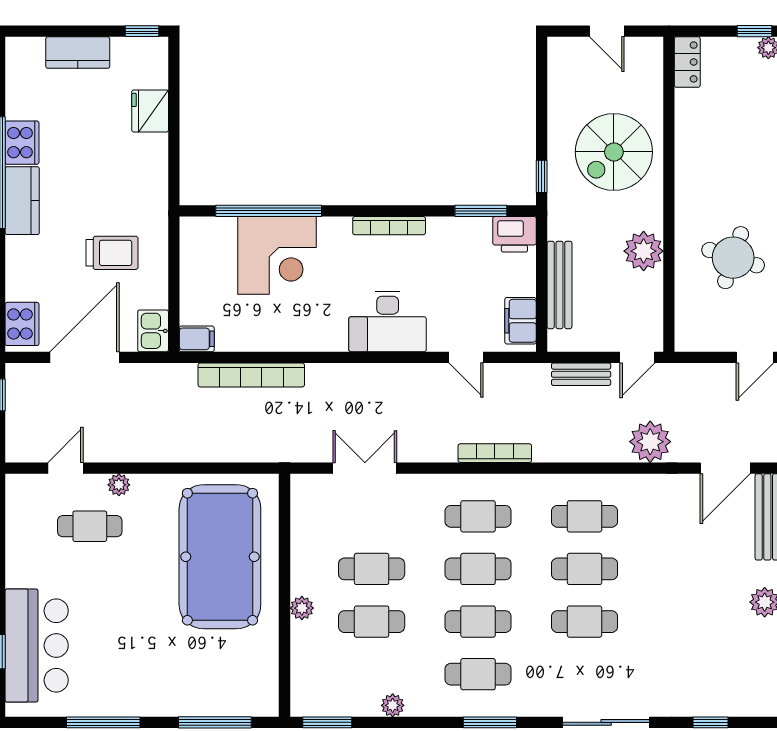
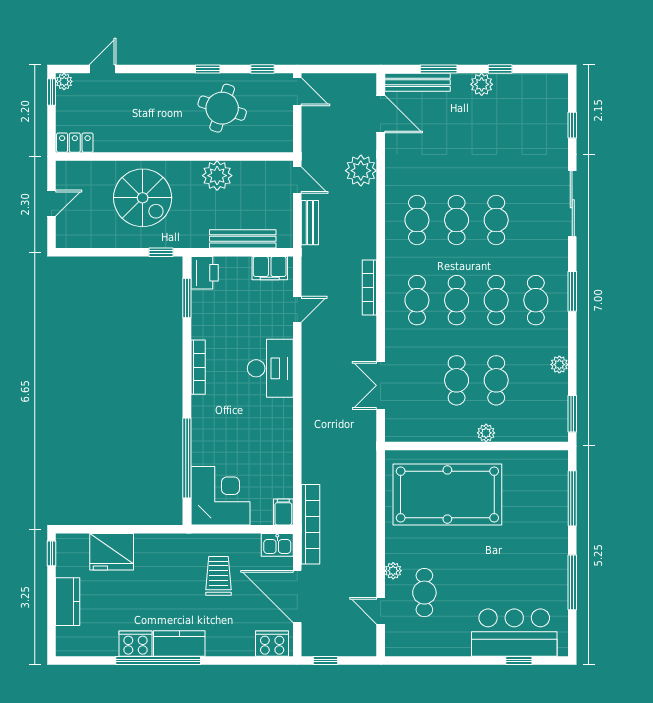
fridge: (150, 111) -> (112, 552), width x1.36, depth x1.34
corner desk: (277, 255) -> (220, 496), moved
bookcase: (251, 375) -> (311, 524), moved

